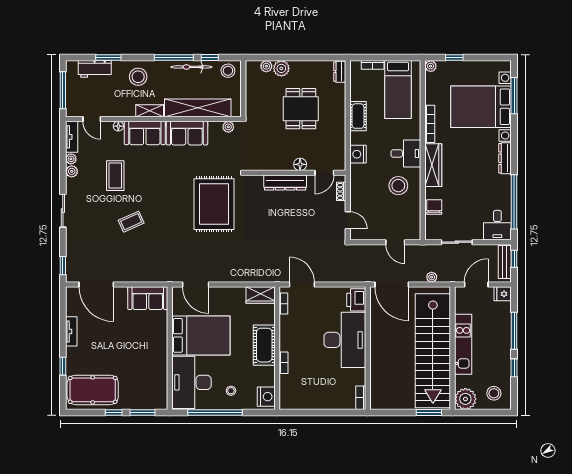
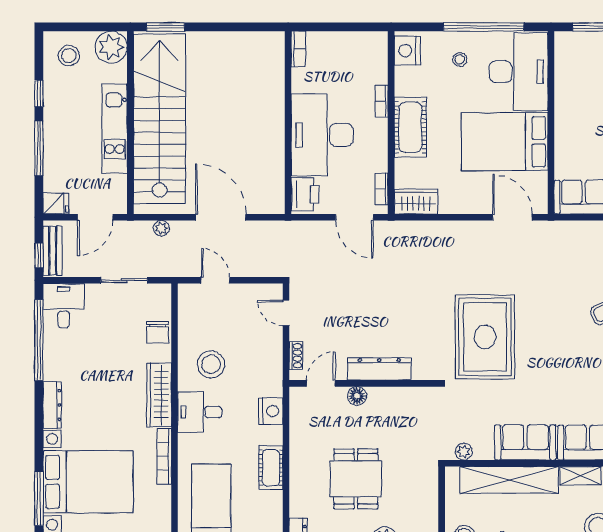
printer: (356, 300) -> (305, 194), moved
desk: (345, 340) -> (322, 135), moved
wall: (368, 348) -> (288, 123), moved
bookcase: (361, 398) -> (298, 49), moved

